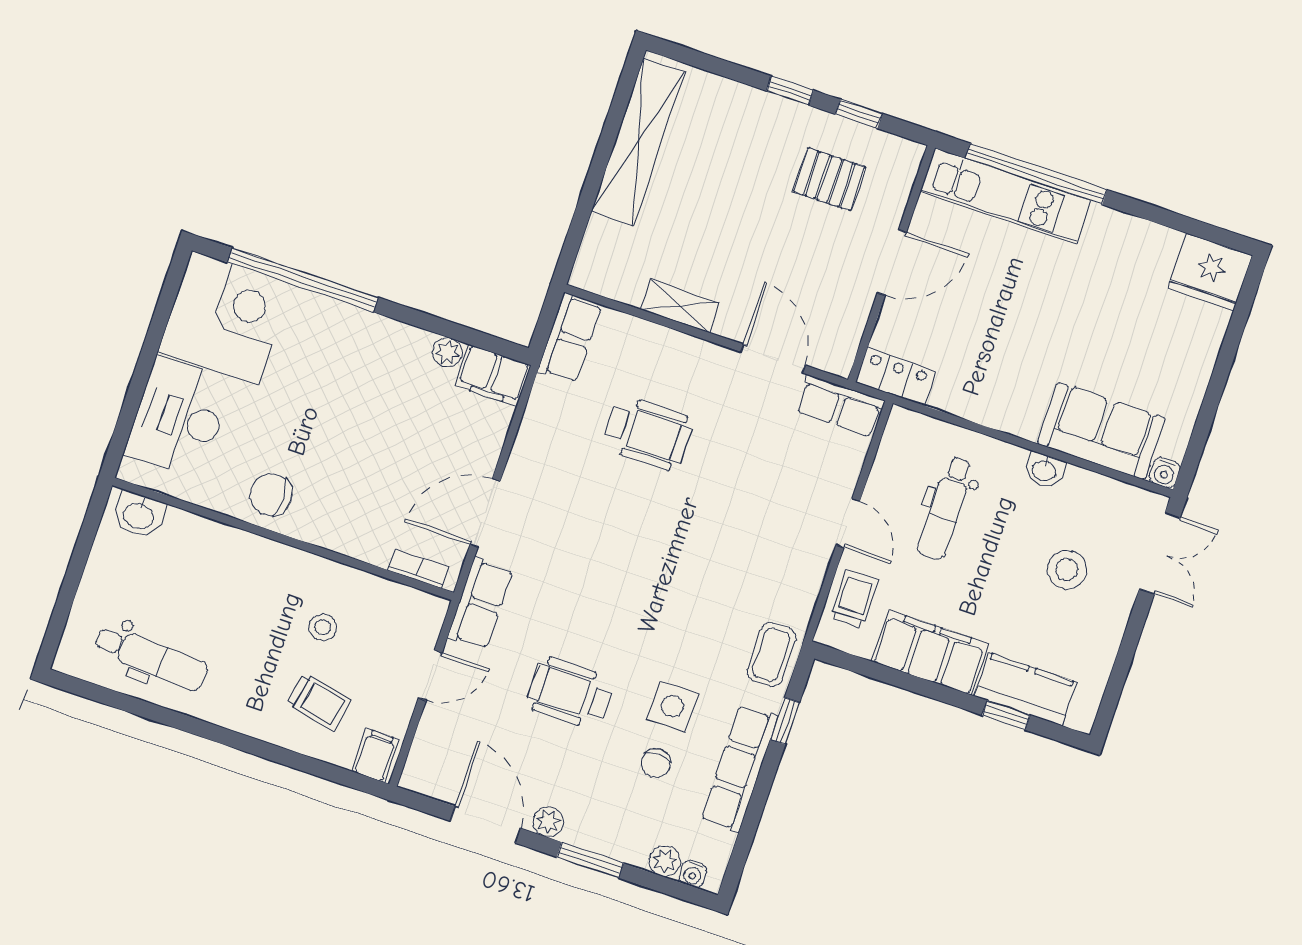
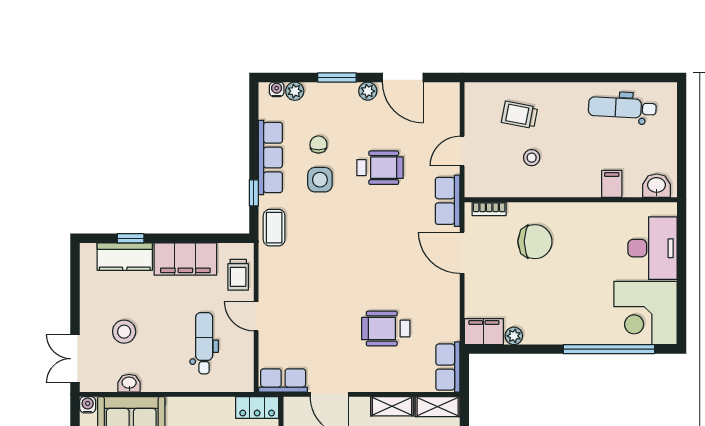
shelving: (607, 281) -> (438, 407), added
washbasin: (1044, 470) -> (129, 383), moved
chair: (271, 494) -> (535, 242), moved, width x1.37, depth x1.37
door: (485, 513) -> (462, 253), swing flipped
filing cabinet: (376, 755) -> (612, 184), moved, turned 180

